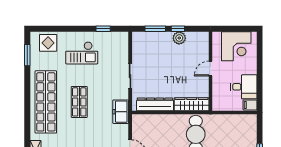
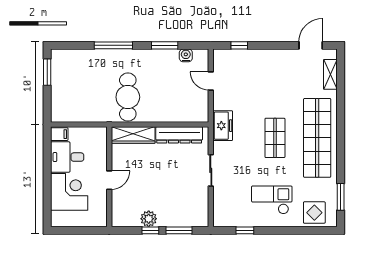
corner desk: (236, 46) -> (69, 192), moved, turned 90

